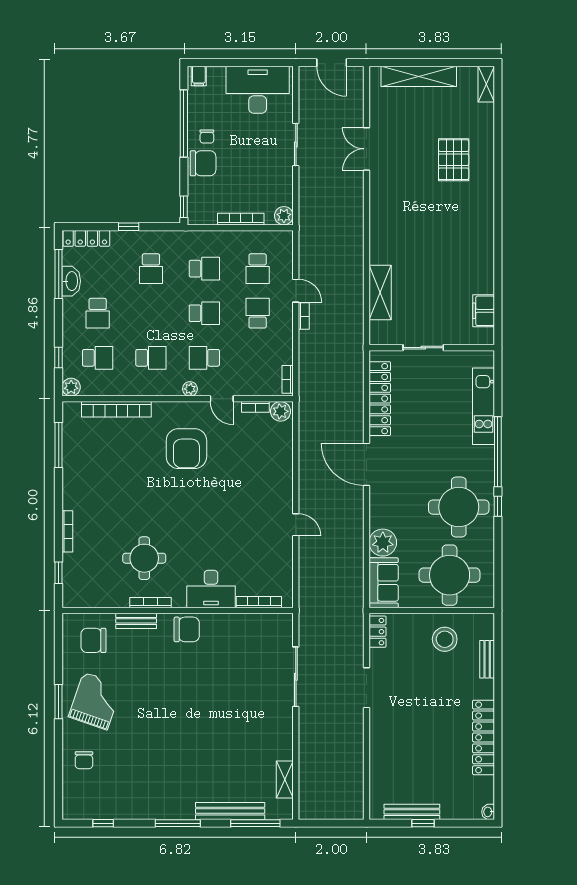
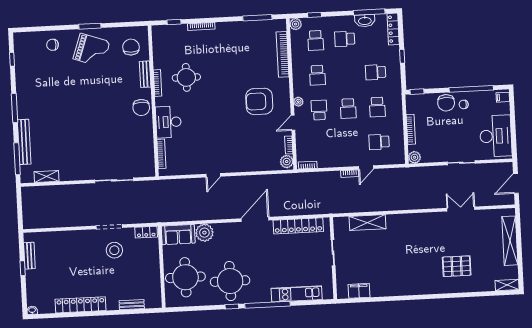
school desk: (258, 313) -> (350, 143), removed
stool: (445, 639) -> (114, 250), moved
bench: (412, 812) -> (29, 256), width x0.73

